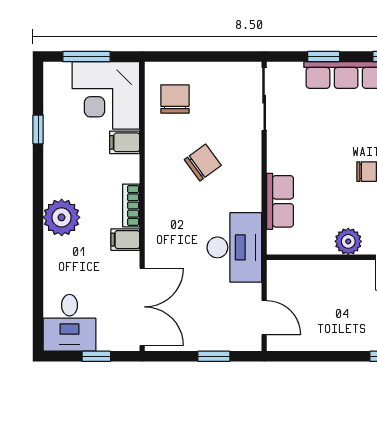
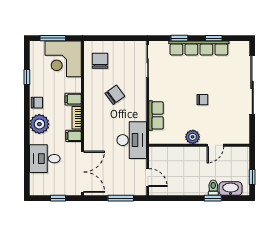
filing cabinet: (125, 142) -> (73, 99), moved
chair: (57, 177) -> (37, 103), added
desk: (69, 323) -> (45, 159), moved, turned 90
window: (214, 356) -> (121, 198), width x1.50

